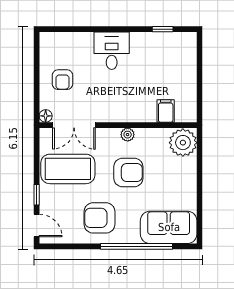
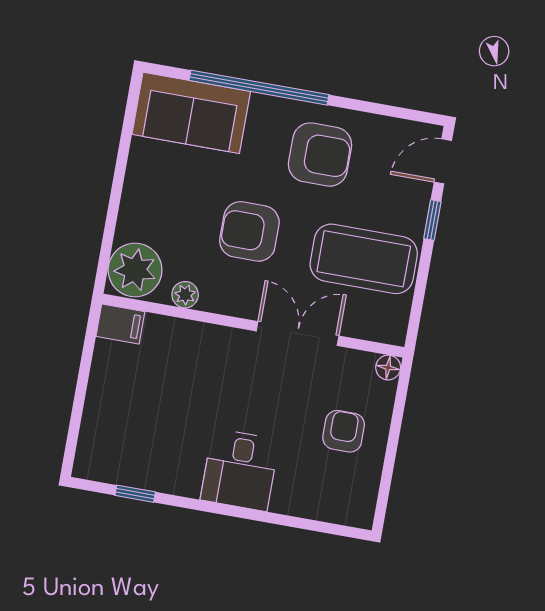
filing cabinet: (166, 111) -> (120, 324), moved, turned -90
double door: (74, 125) -> (298, 333), moved
plant: (128, 135) -> (185, 295), moved
door: (37, 226) -> (443, 161), hinge flipped

